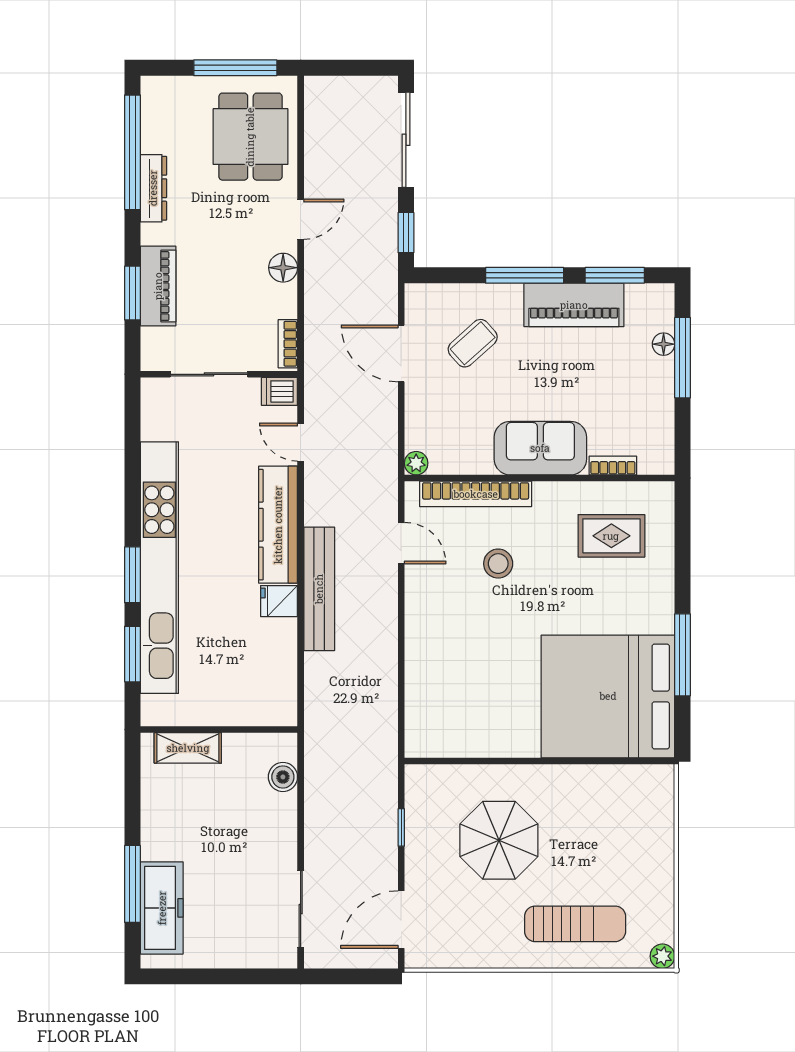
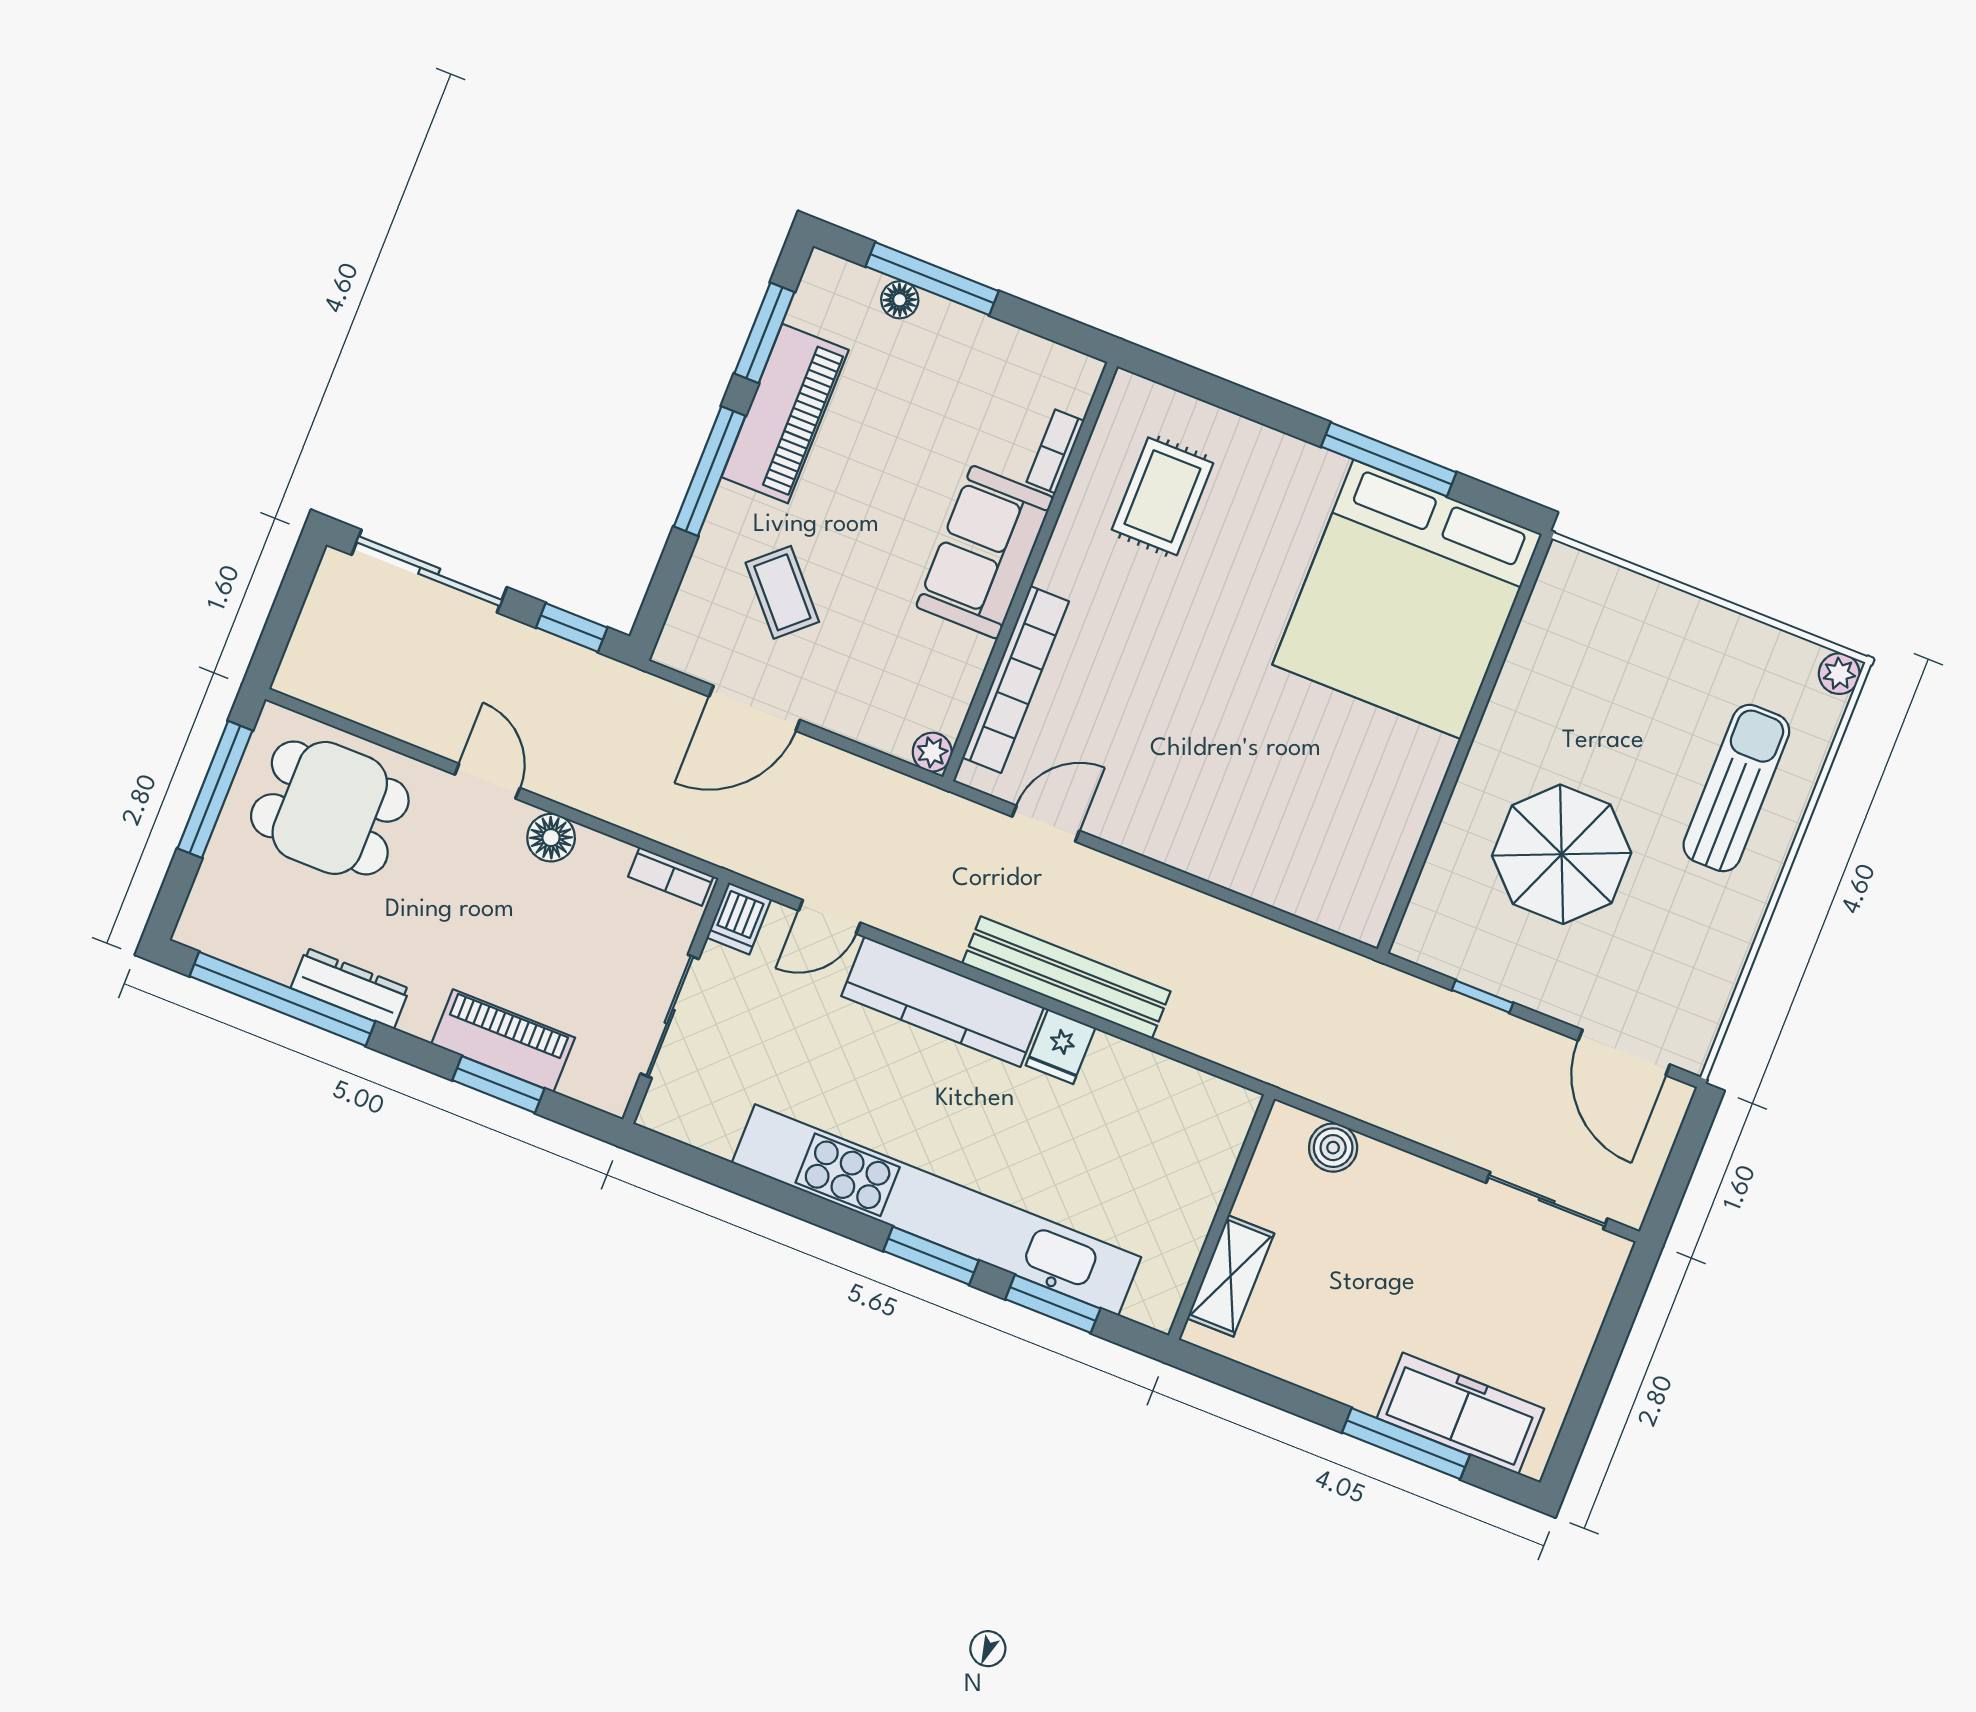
stool: (498, 564) -> (1136, 687), removed

